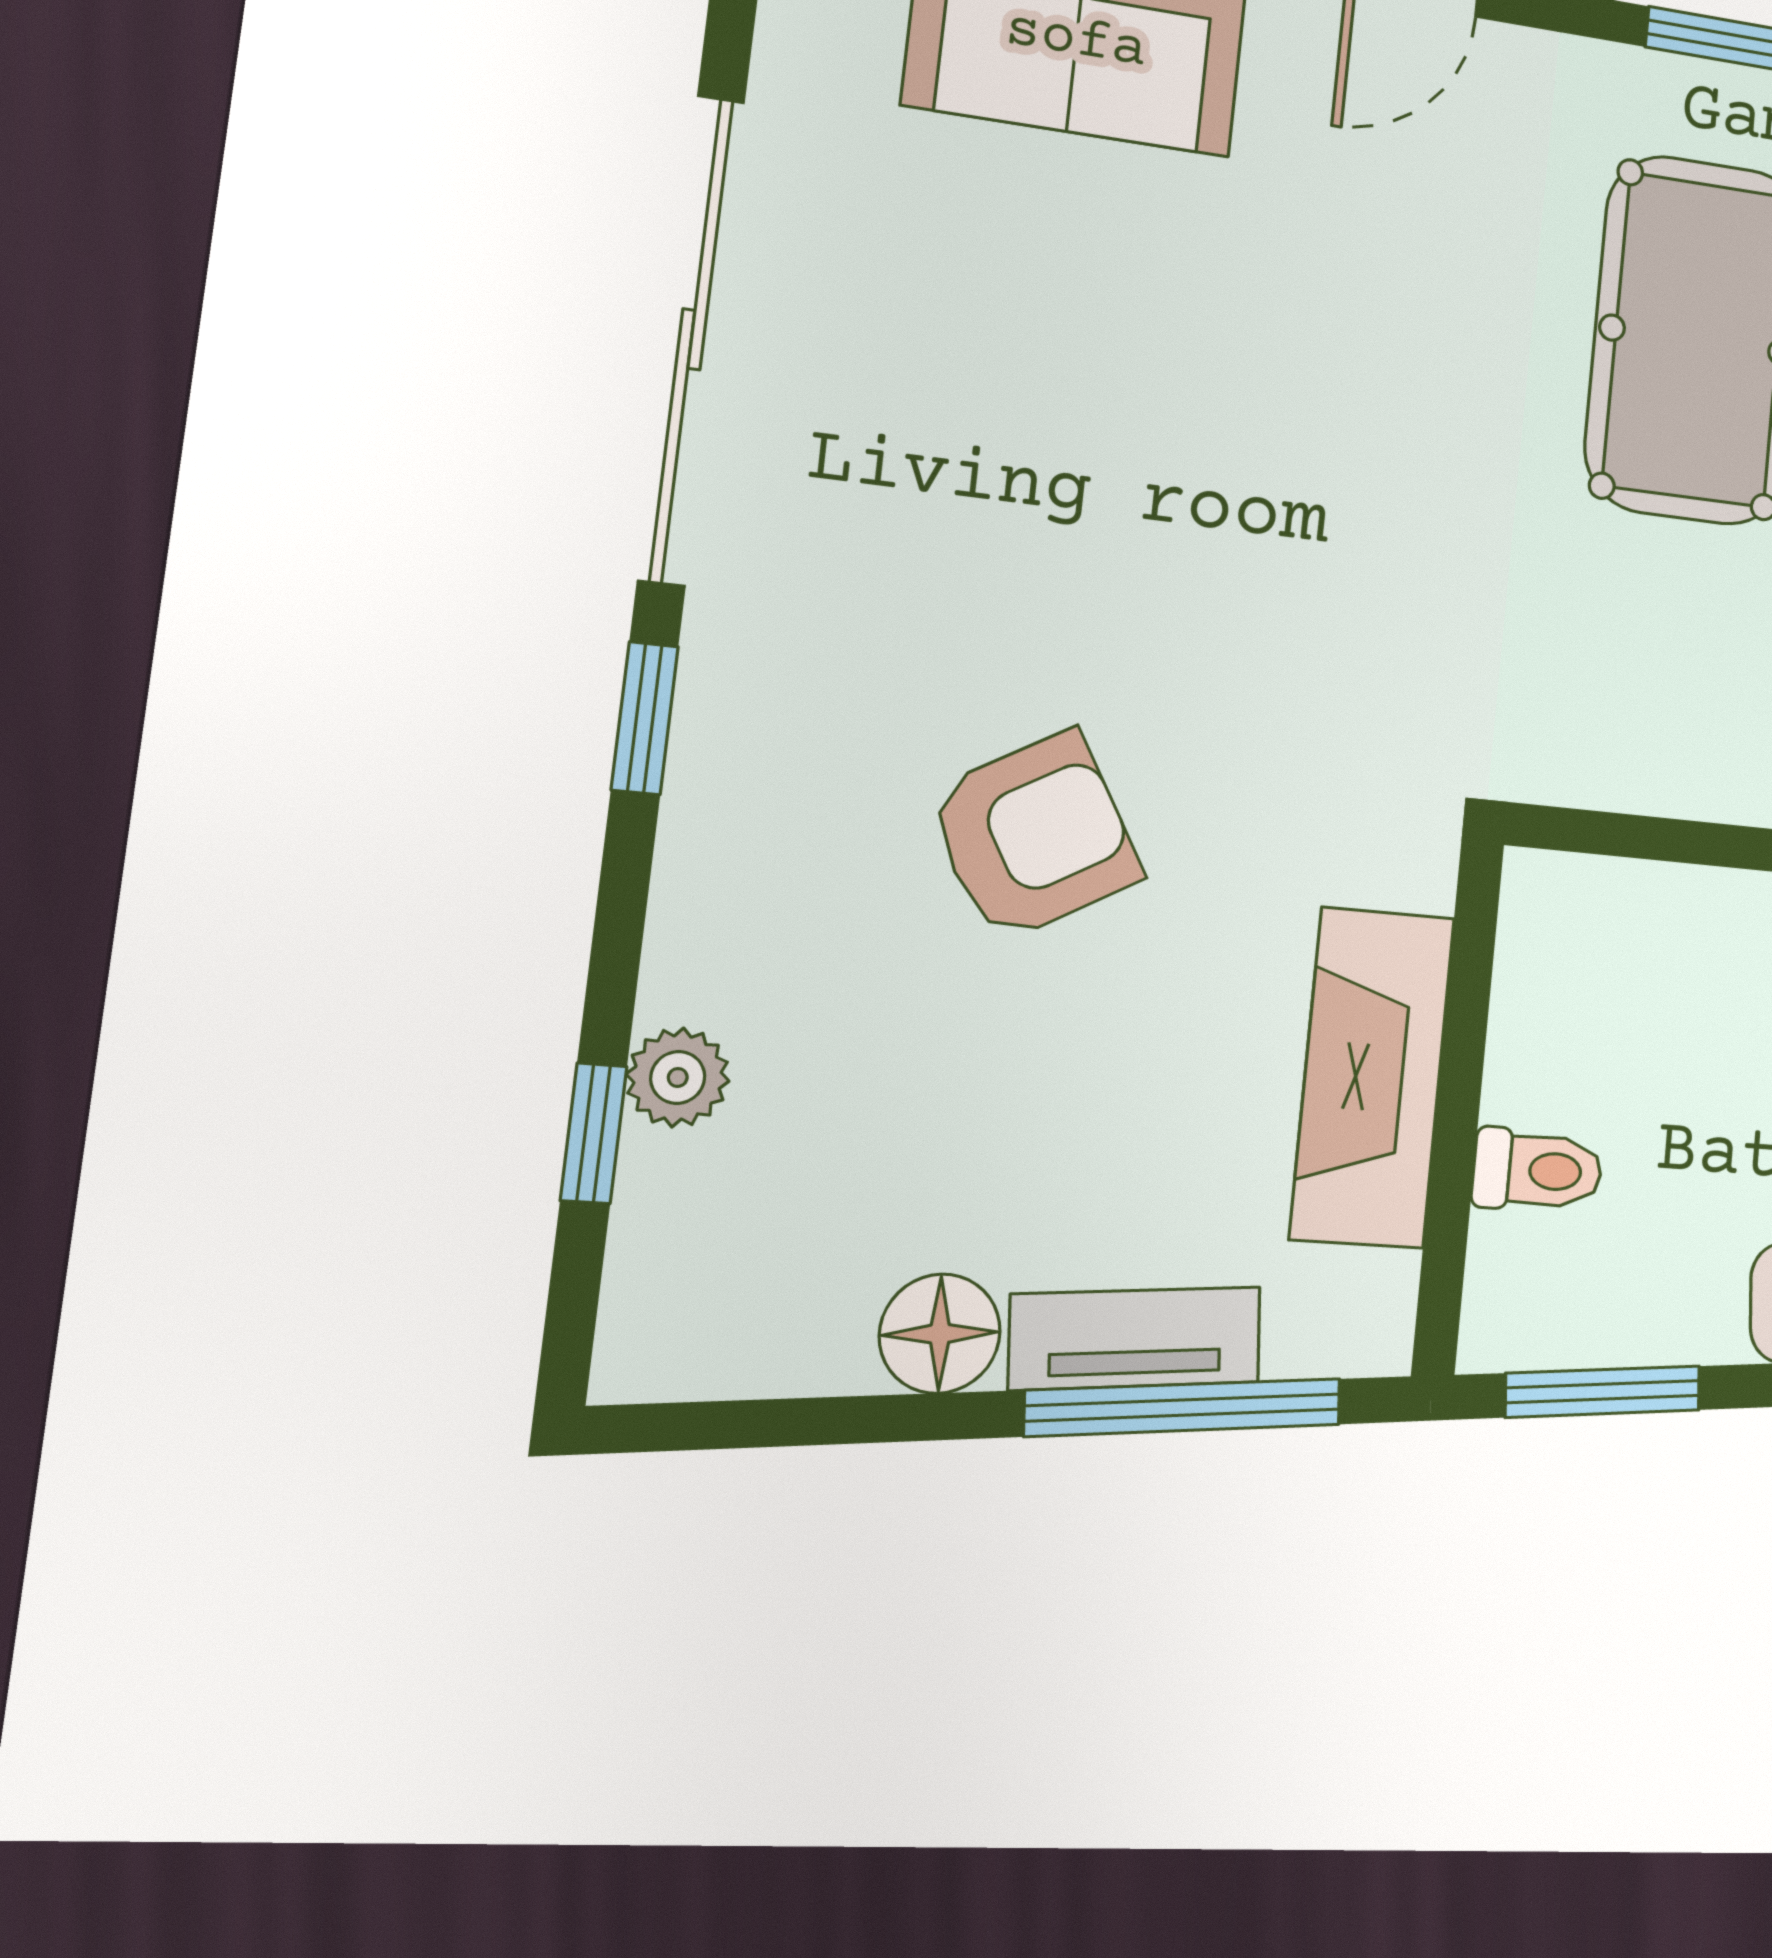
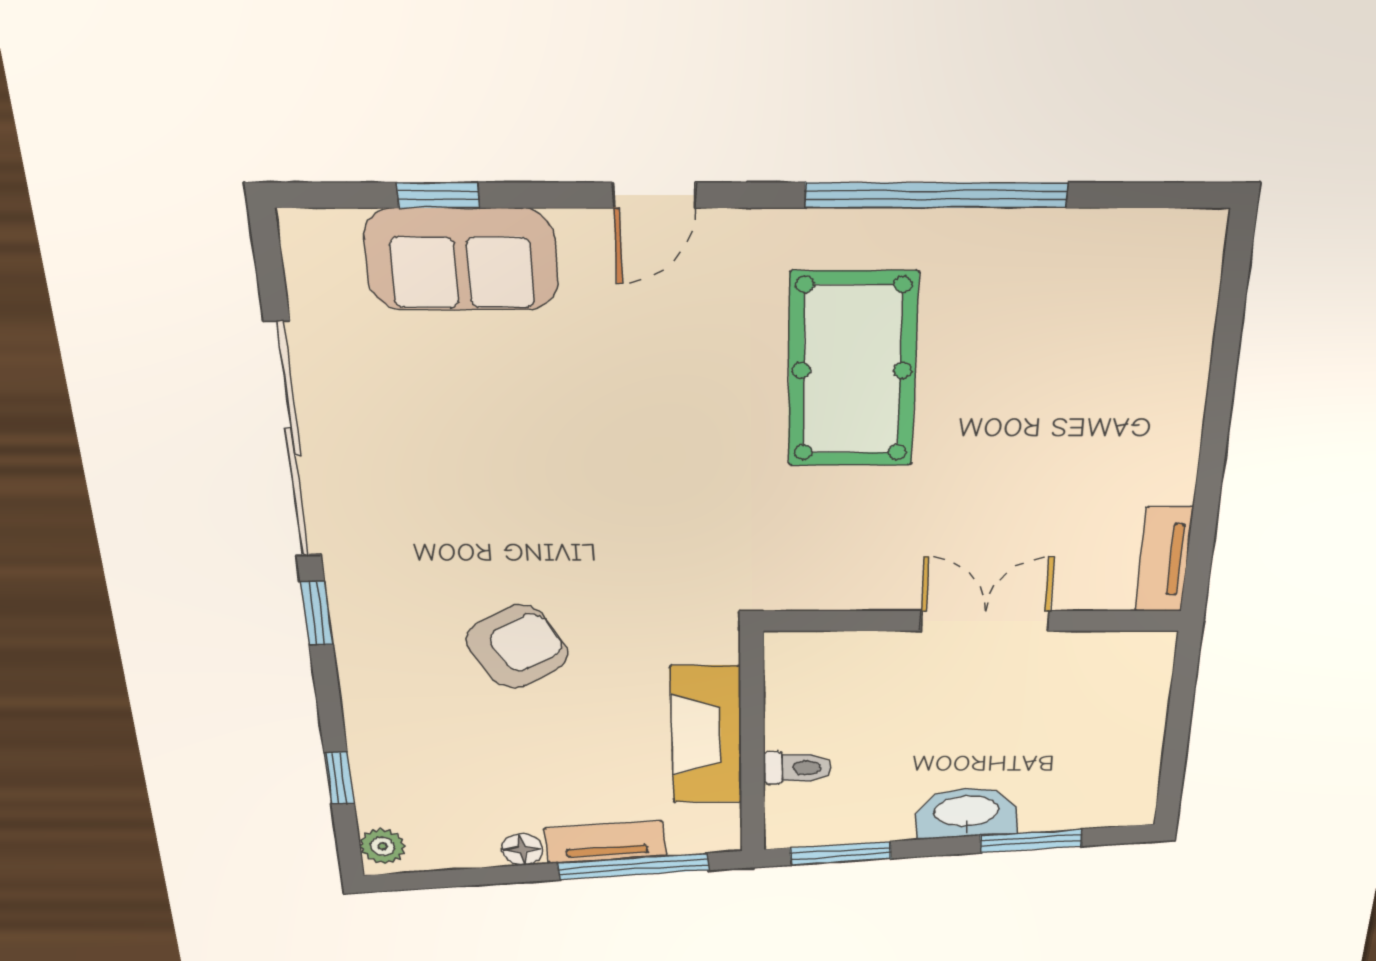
plant: (678, 1077) -> (382, 846), moved
floor lamp: (940, 1334) -> (522, 849), width x0.73, depth x0.73

